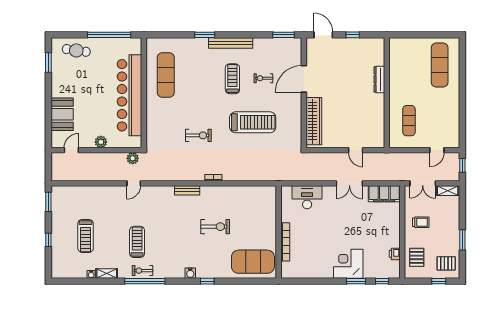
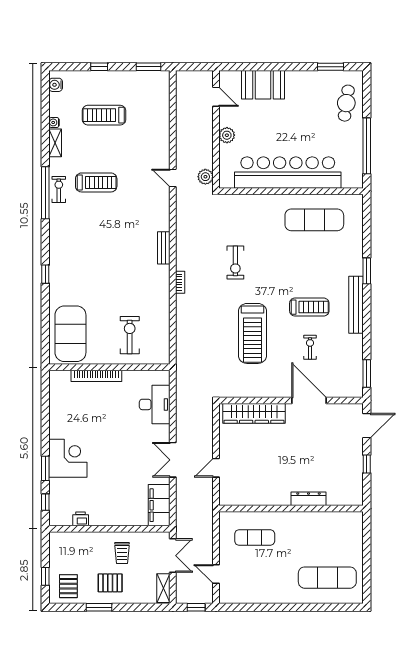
double door: (423, 183) -> (173, 556), swing flipped
exercise bike: (215, 227) -> (130, 335), moved, turned 180
pallet: (417, 257) -> (110, 583), moved
water cooler: (190, 273) -> (56, 85), moved

